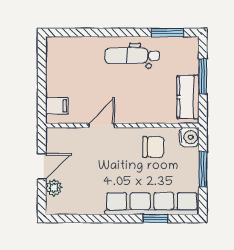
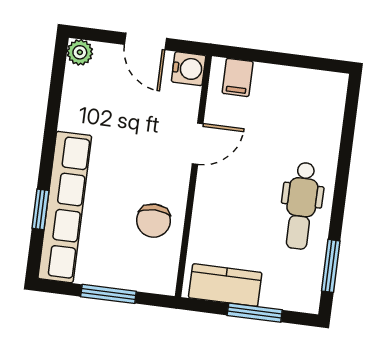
dental chair: (132, 56) -> (301, 206), turned 180
door: (102, 126) -> (198, 144), hinge flipped
water cooler: (189, 137) -> (189, 69), moved, turned -90
plant: (54, 188) -> (80, 52), moved

